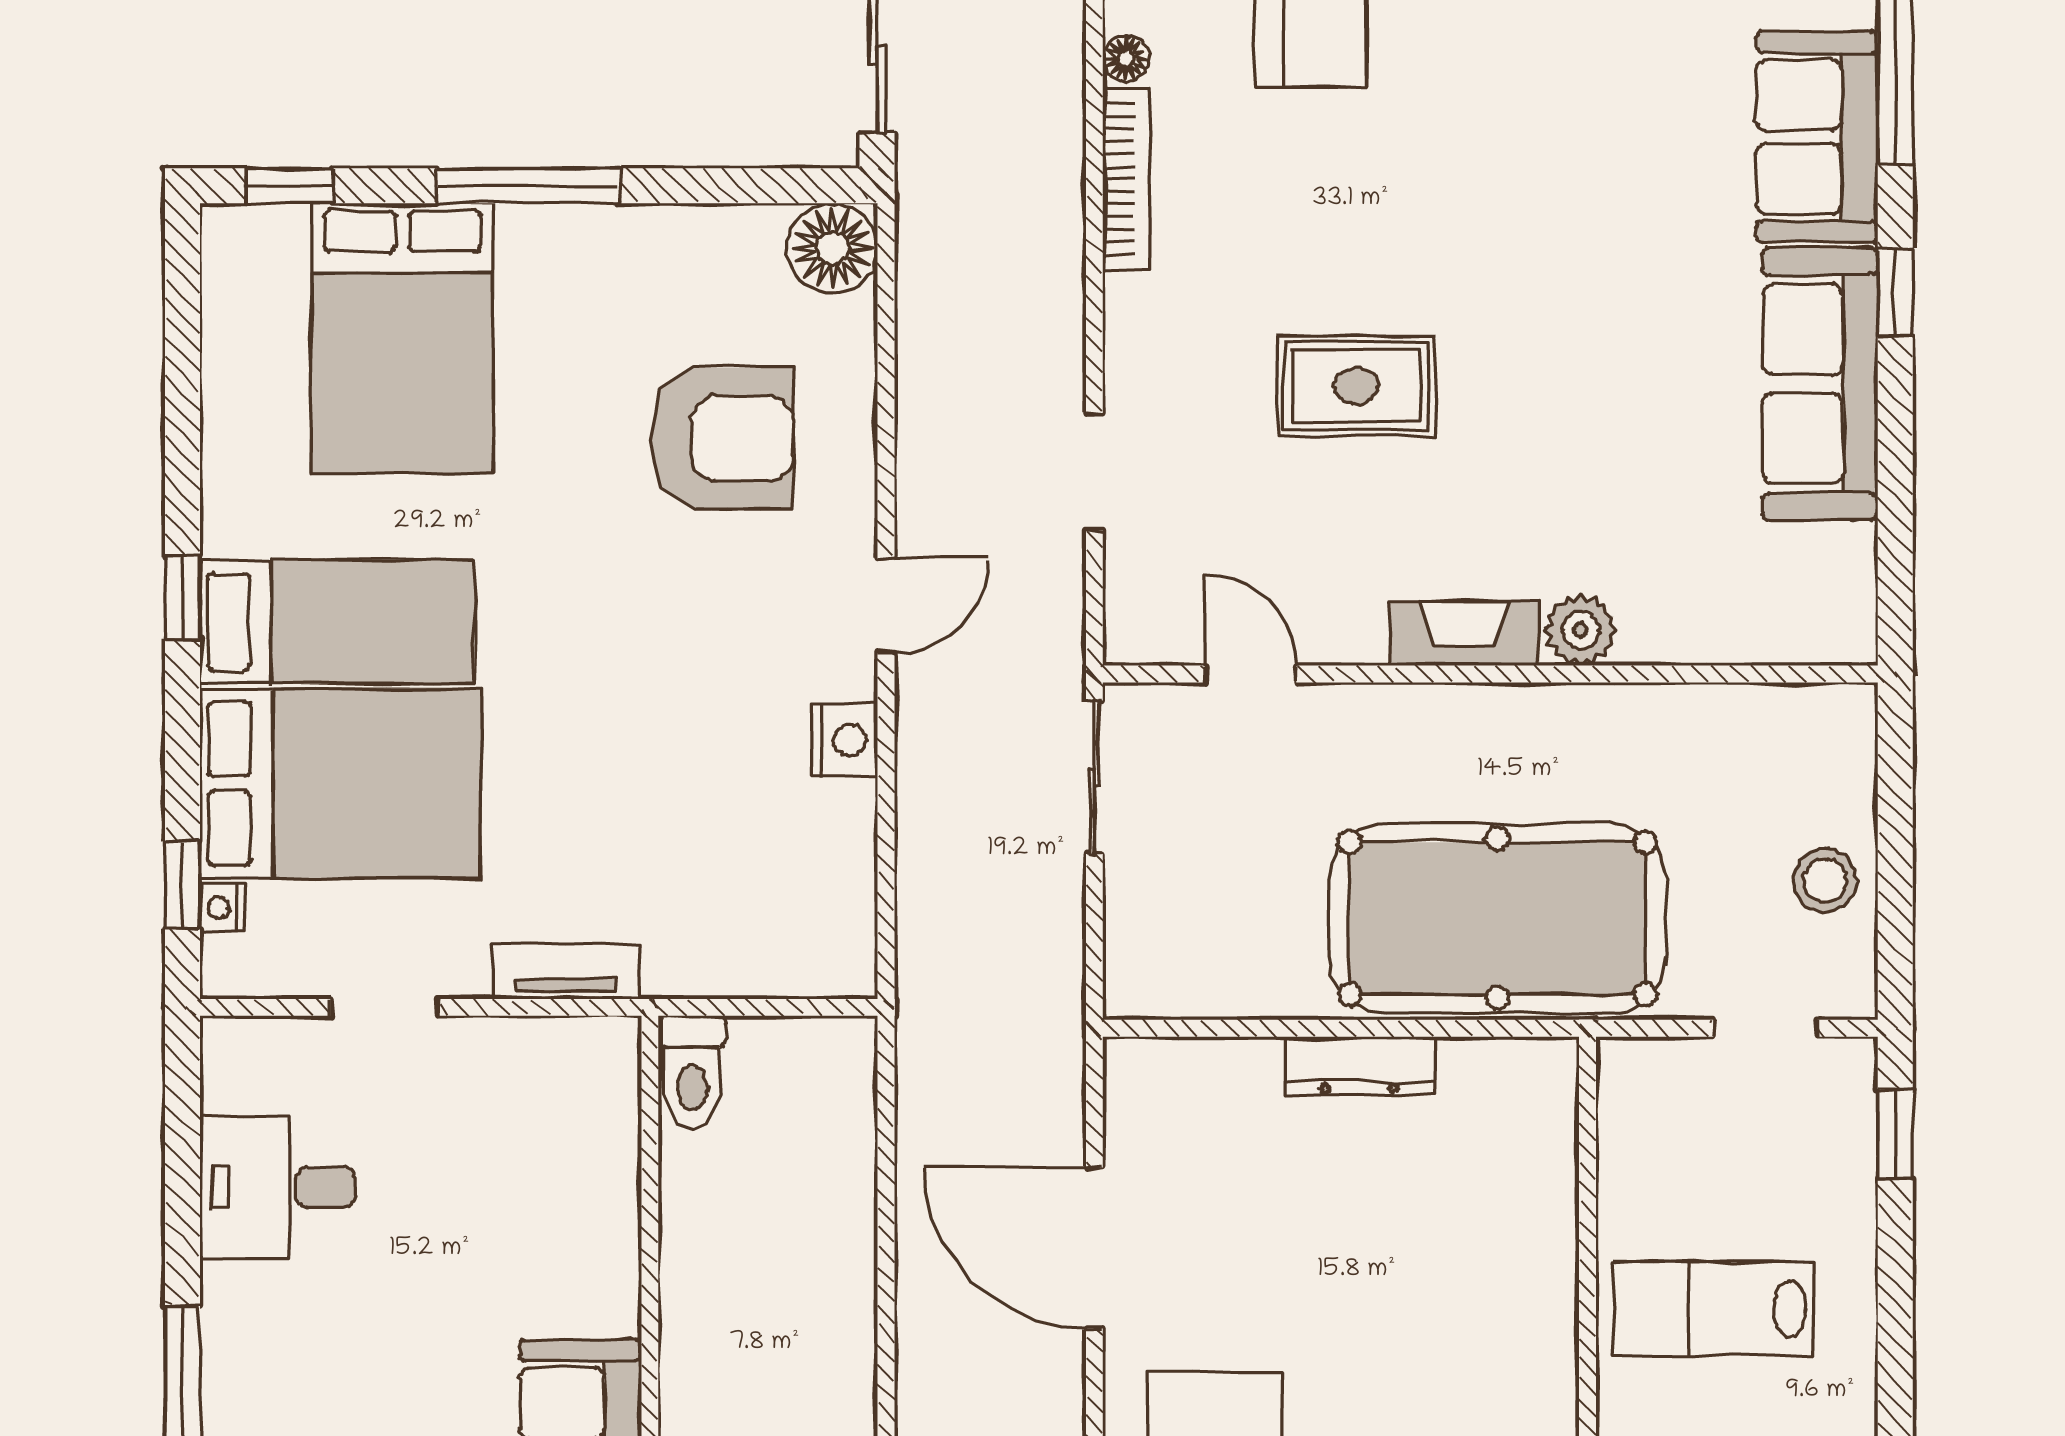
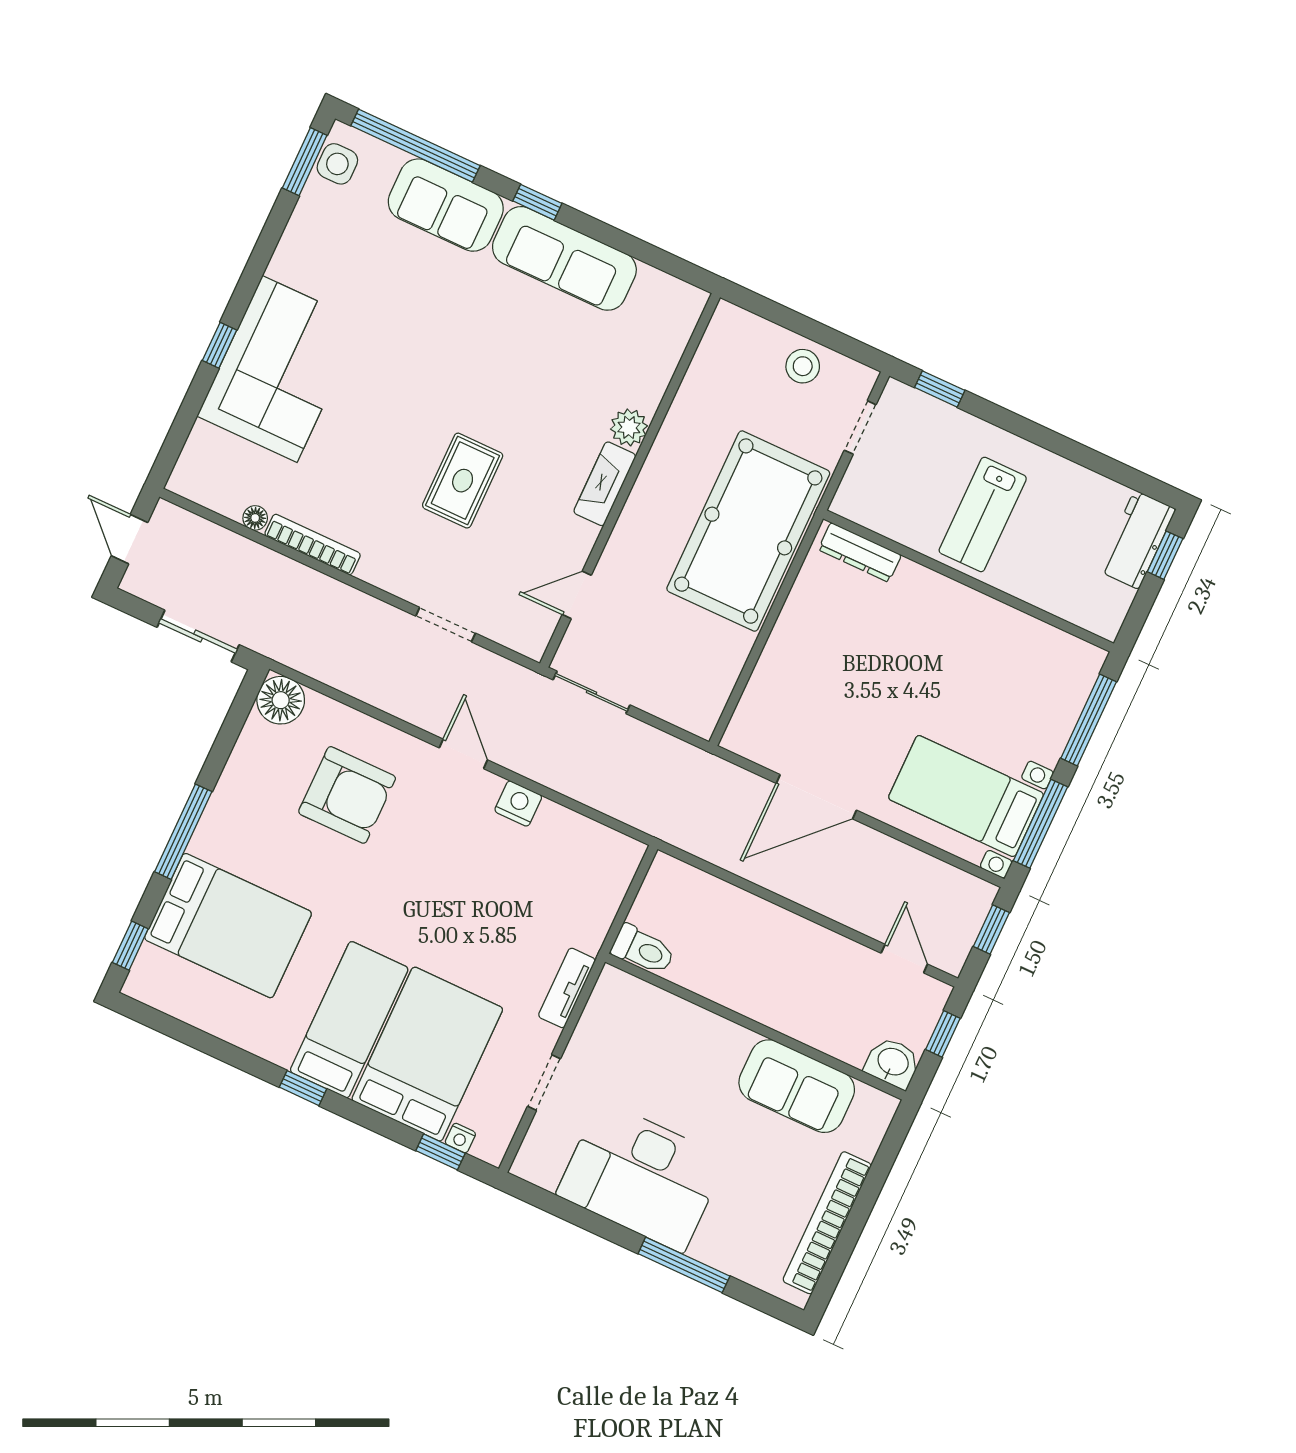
armchair: (722, 438) -> (347, 795), turned 90
dresser: (1359, 1066) -> (860, 552), moved, turned 90
desk: (278, 1187) -> (641, 1176), width x1.87, depth x1.30

